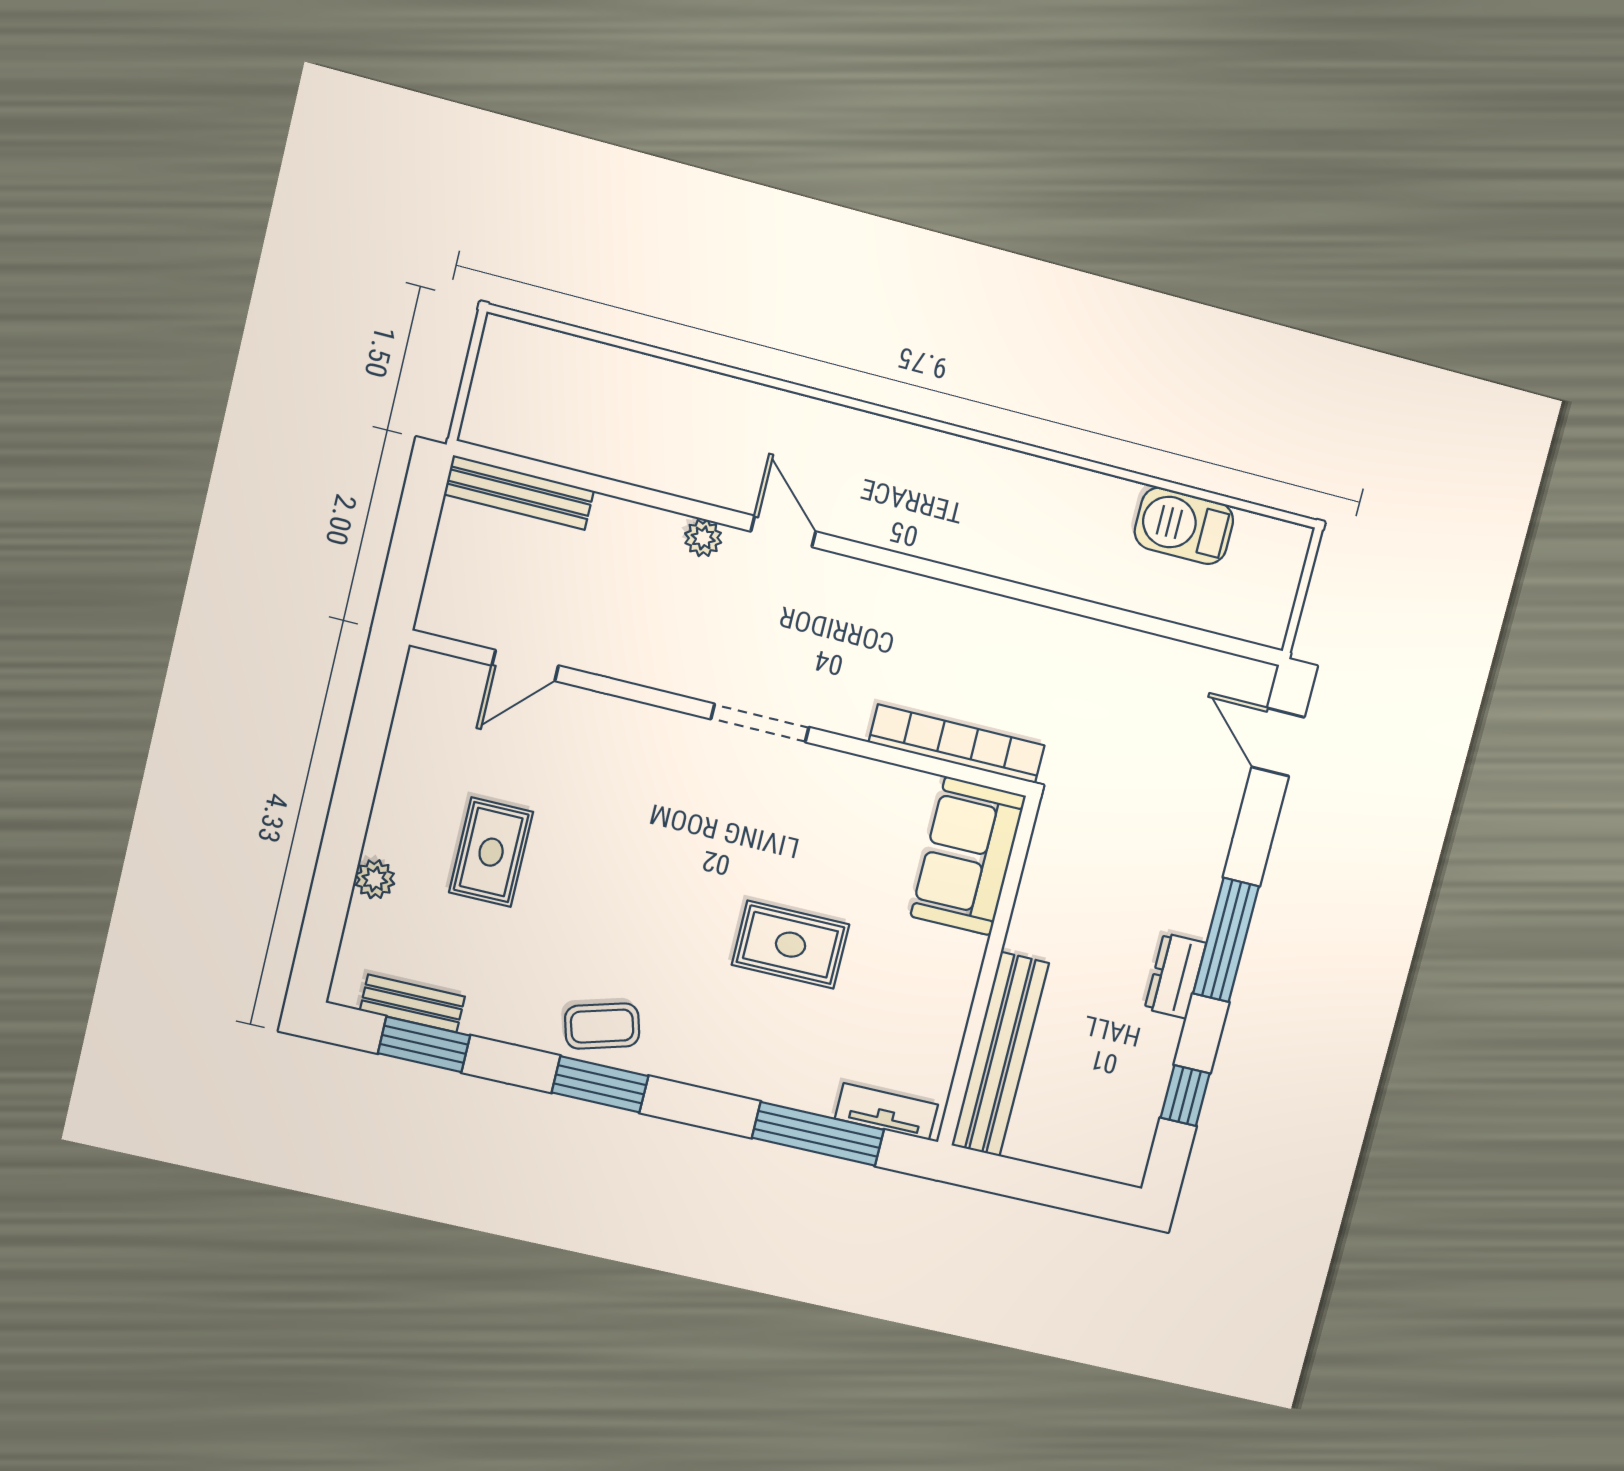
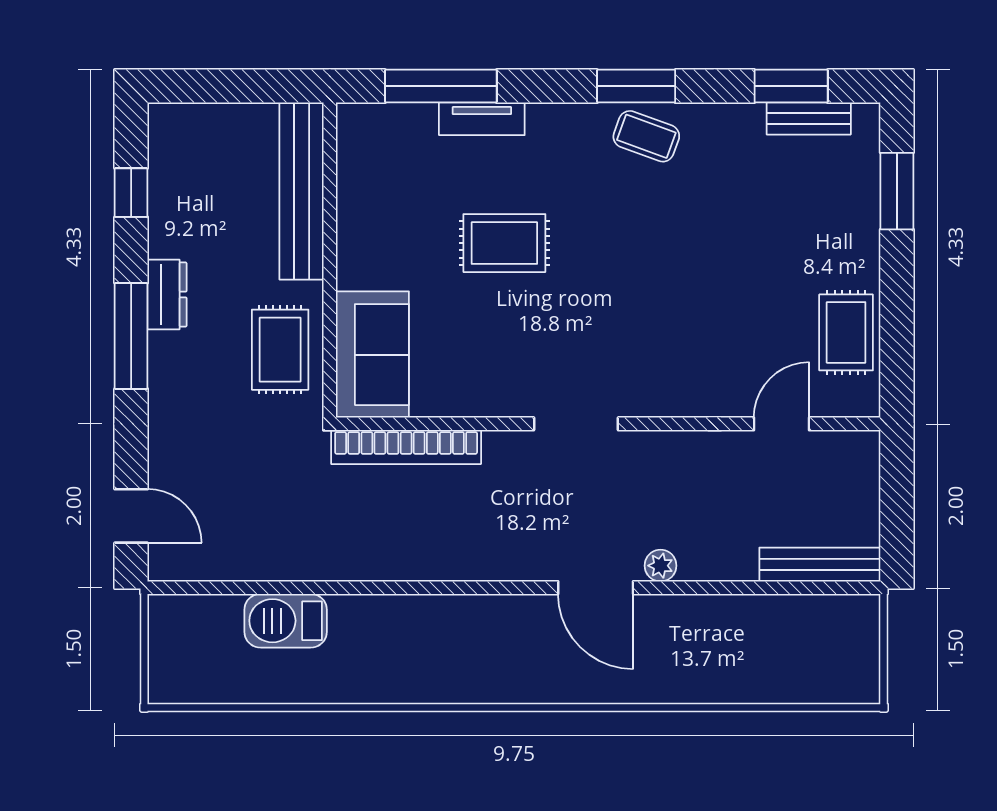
barbecue: (1184, 526) -> (286, 621), moved, turned 180
door: (783, 531) -> (596, 588), width x1.38
rug: (491, 852) -> (846, 332), moved
plant: (375, 879) -> (864, 216), removed
rug: (1068, 886) -> (280, 350), added
window: (330, 898) -> (897, 191), added
coffee table: (602, 1026) -> (646, 136), turned 36
tv unit: (886, 1112) -> (482, 119), moved

